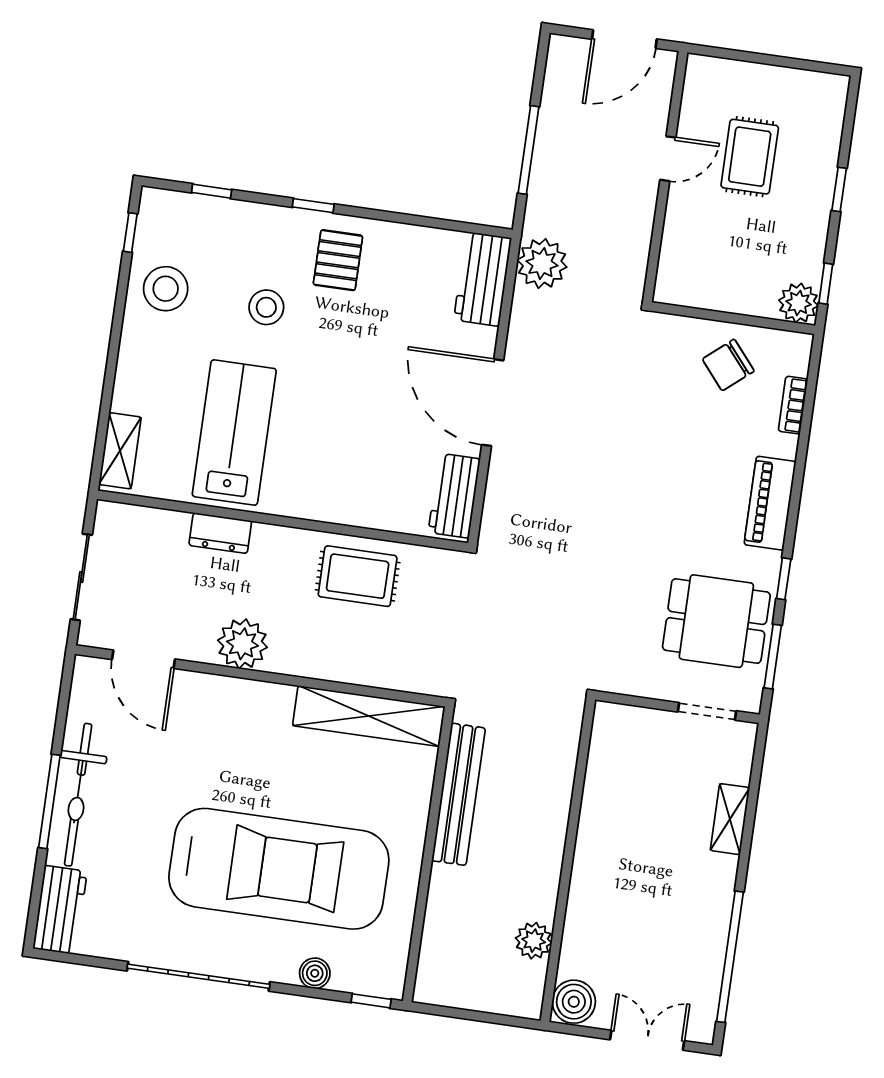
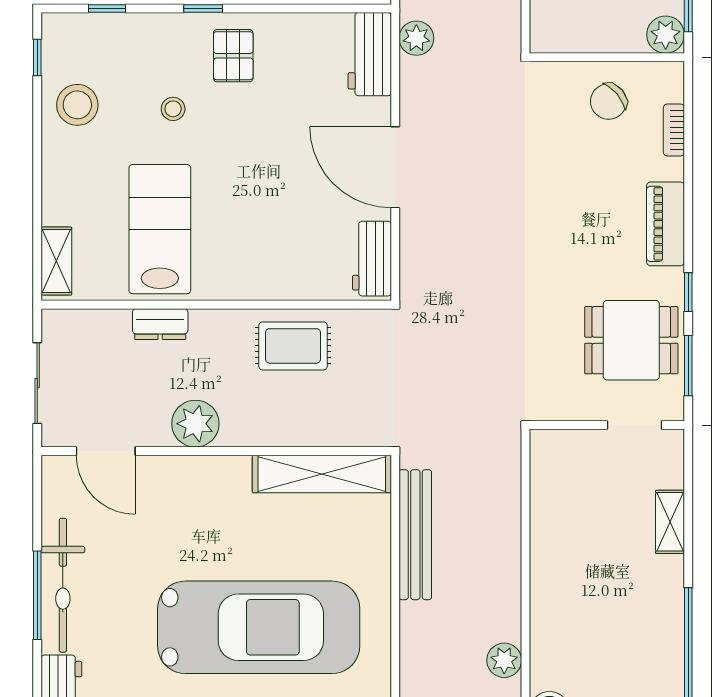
plant: (542, 263) -> (416, 38), width x0.73, depth x0.73
stool: (266, 307) -> (173, 109), width x0.73, depth x0.73

